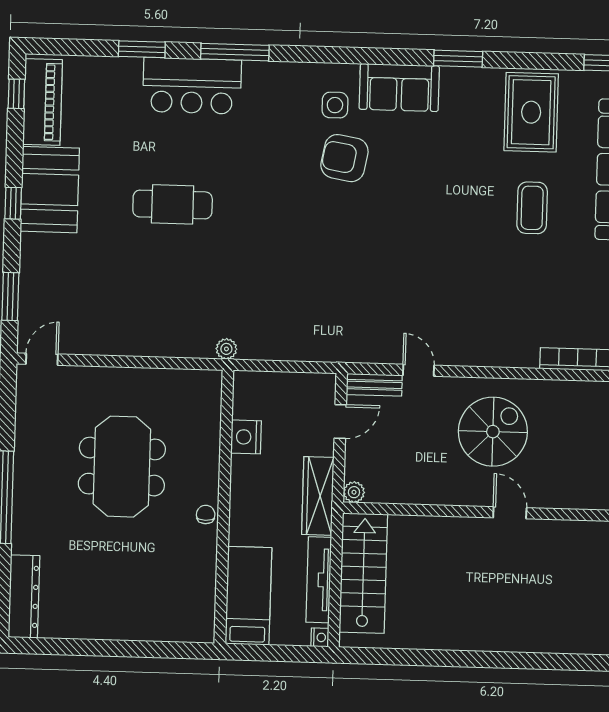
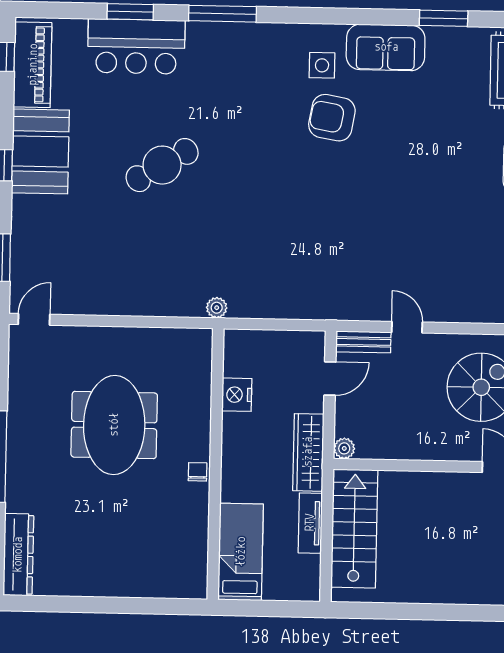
bar counter: (192, 86) -> (136, 46), moved
cafe table: (173, 204) -> (162, 165), turned -31
tv unit: (319, 580) -> (310, 523), width x0.71
nightstand: (320, 637) -> (312, 592), removed

